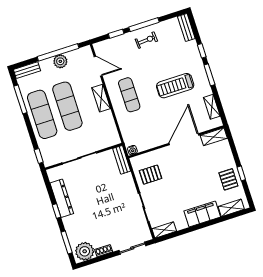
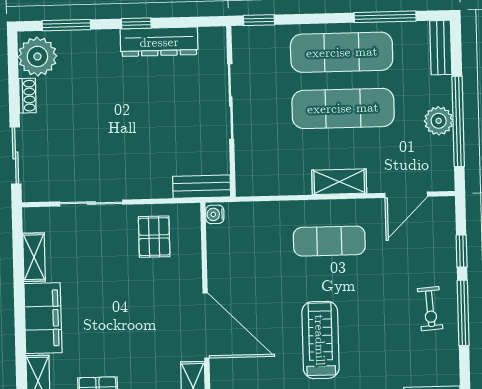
shelving: (164, 230) -> (34, 257), moved

